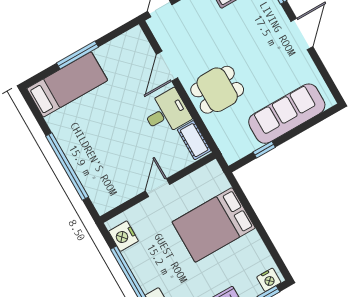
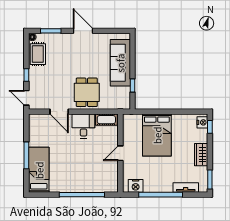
door: (158, 188) -> (120, 153), hinge flipped

